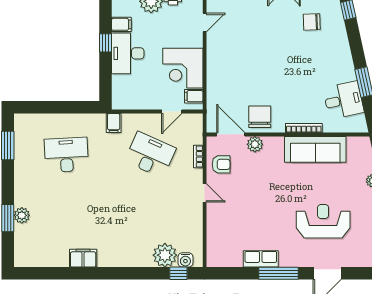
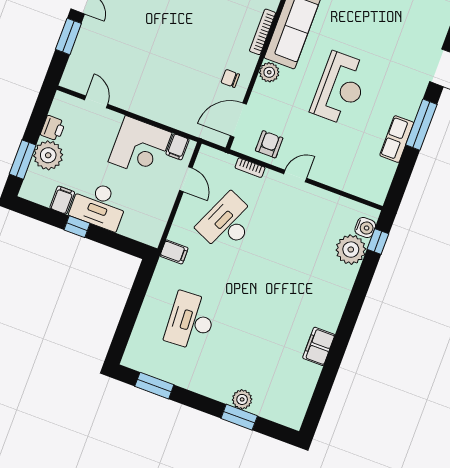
chair: (260, 117) -> (230, 78), width x0.54, depth x0.54
plant: (255, 144) -> (269, 72), moved
reception desk: (323, 221) -> (340, 88), moved, turned 180

